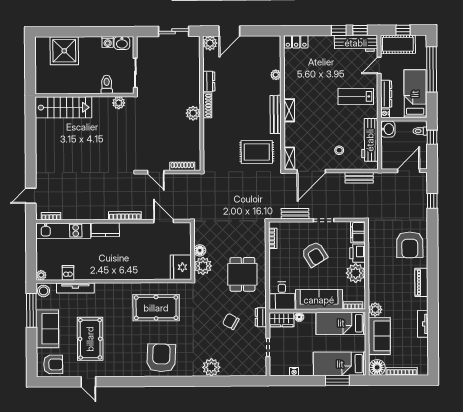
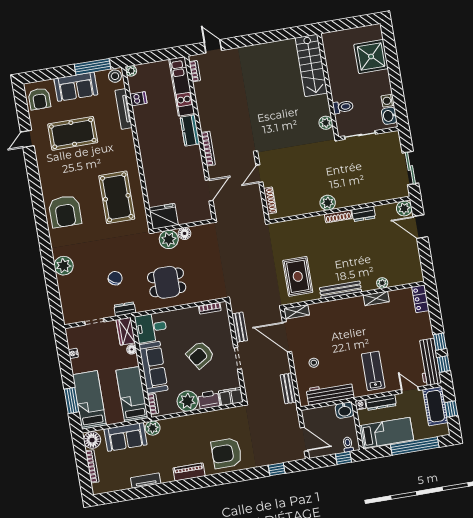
shelving: (289, 110) -> (376, 298), moved
armchair: (161, 358) -> (65, 211), turned 88

